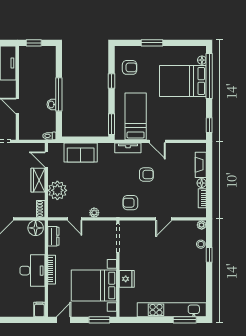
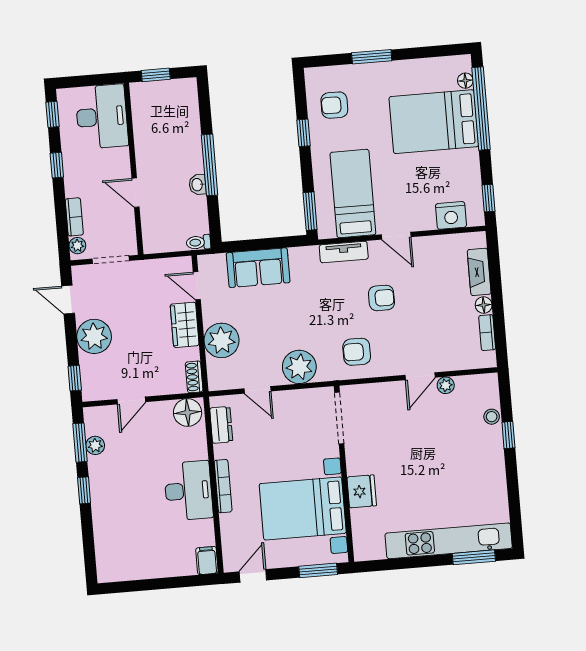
armchair: (130, 67) -> (334, 105), turned 180
nightstand: (188, 133) -> (451, 215), added
plant: (94, 213) -> (299, 367), width x1.87, depth x1.87
plant: (202, 225) -> (446, 385), moved

